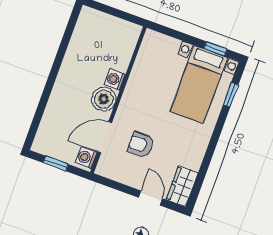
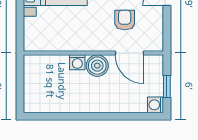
armchair: (141, 145) -> (125, 20), turned 180
washing machine: (86, 158) -> (156, 105), moved, turned 90

